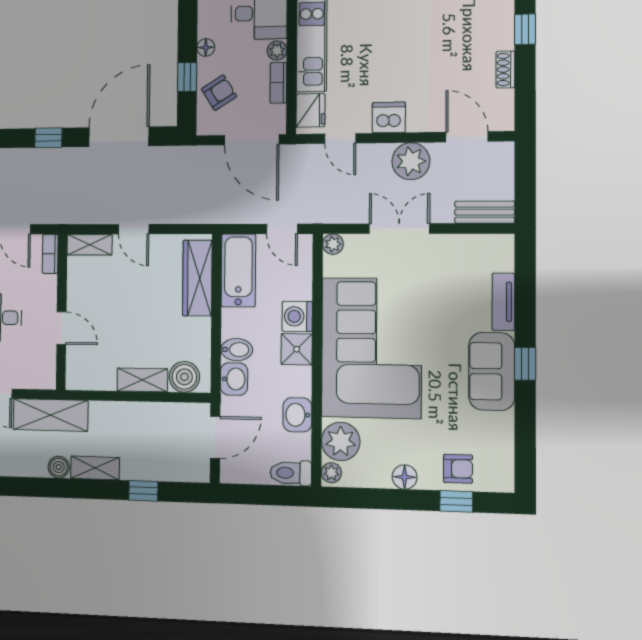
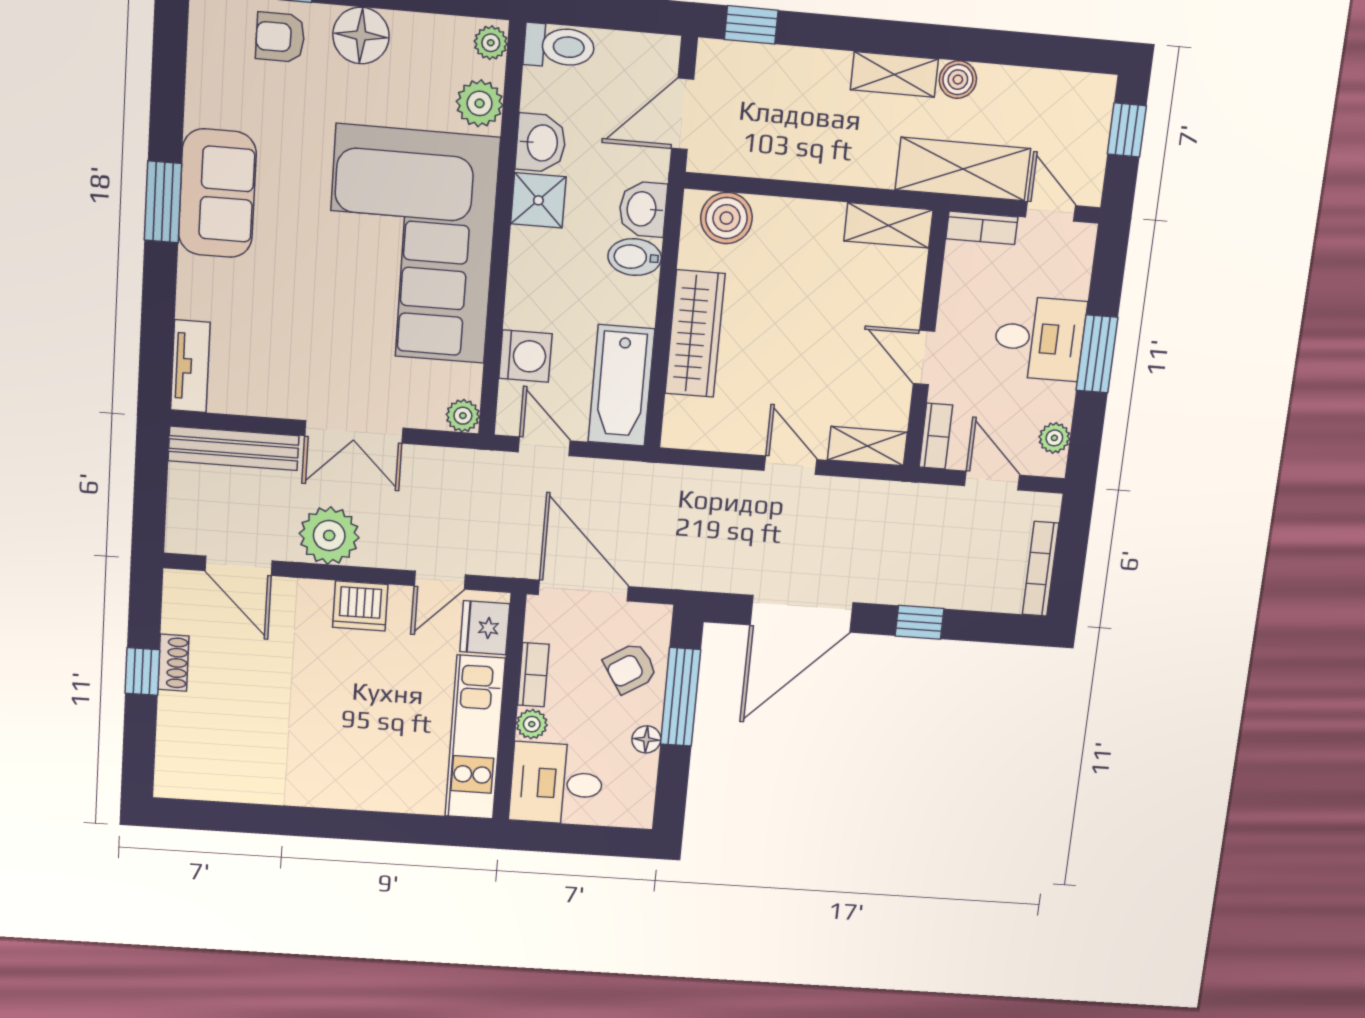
window: (525, 29) -> (142, 672), moved
window: (187, 77) -> (681, 697), width x2.17
door: (340, 138) -> (440, 580), swing flipped
bench: (485, 212) -> (234, 448), width x1.36
wardrobe: (197, 278) -> (695, 334), moved
tv unit: (503, 302) -> (190, 366), moved
washing machine: (297, 316) -> (525, 356), moved
door: (61, 328) -> (924, 358), moved
shower: (297, 349) -> (538, 200), moved
window: (525, 364) -> (163, 202), width x1.50
shelving: (142, 380) -> (888, 225), moved
bookcase: (36, 381) -> (982, 228), added
plant: (341, 441) -> (480, 103), width x0.73, depth x0.73
floor lamp: (405, 477) -> (361, 36), width x1.38, depth x1.38
window: (143, 491) -> (751, 25), moved

